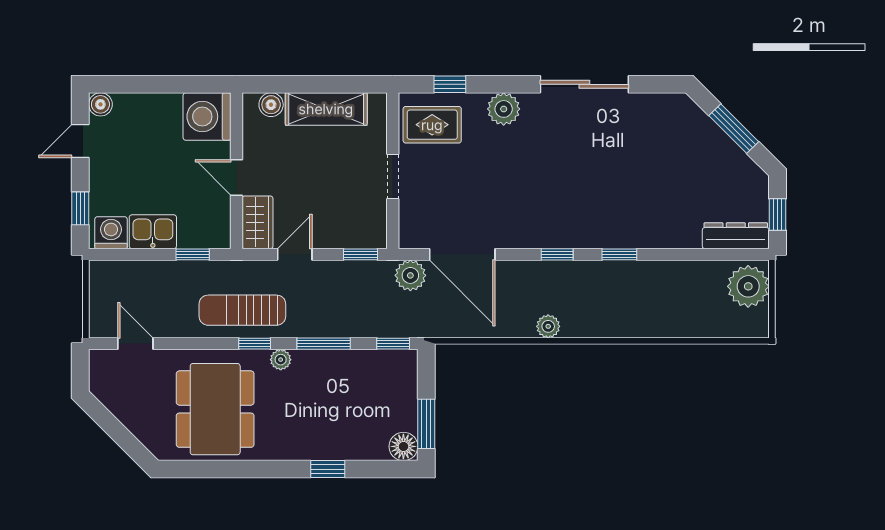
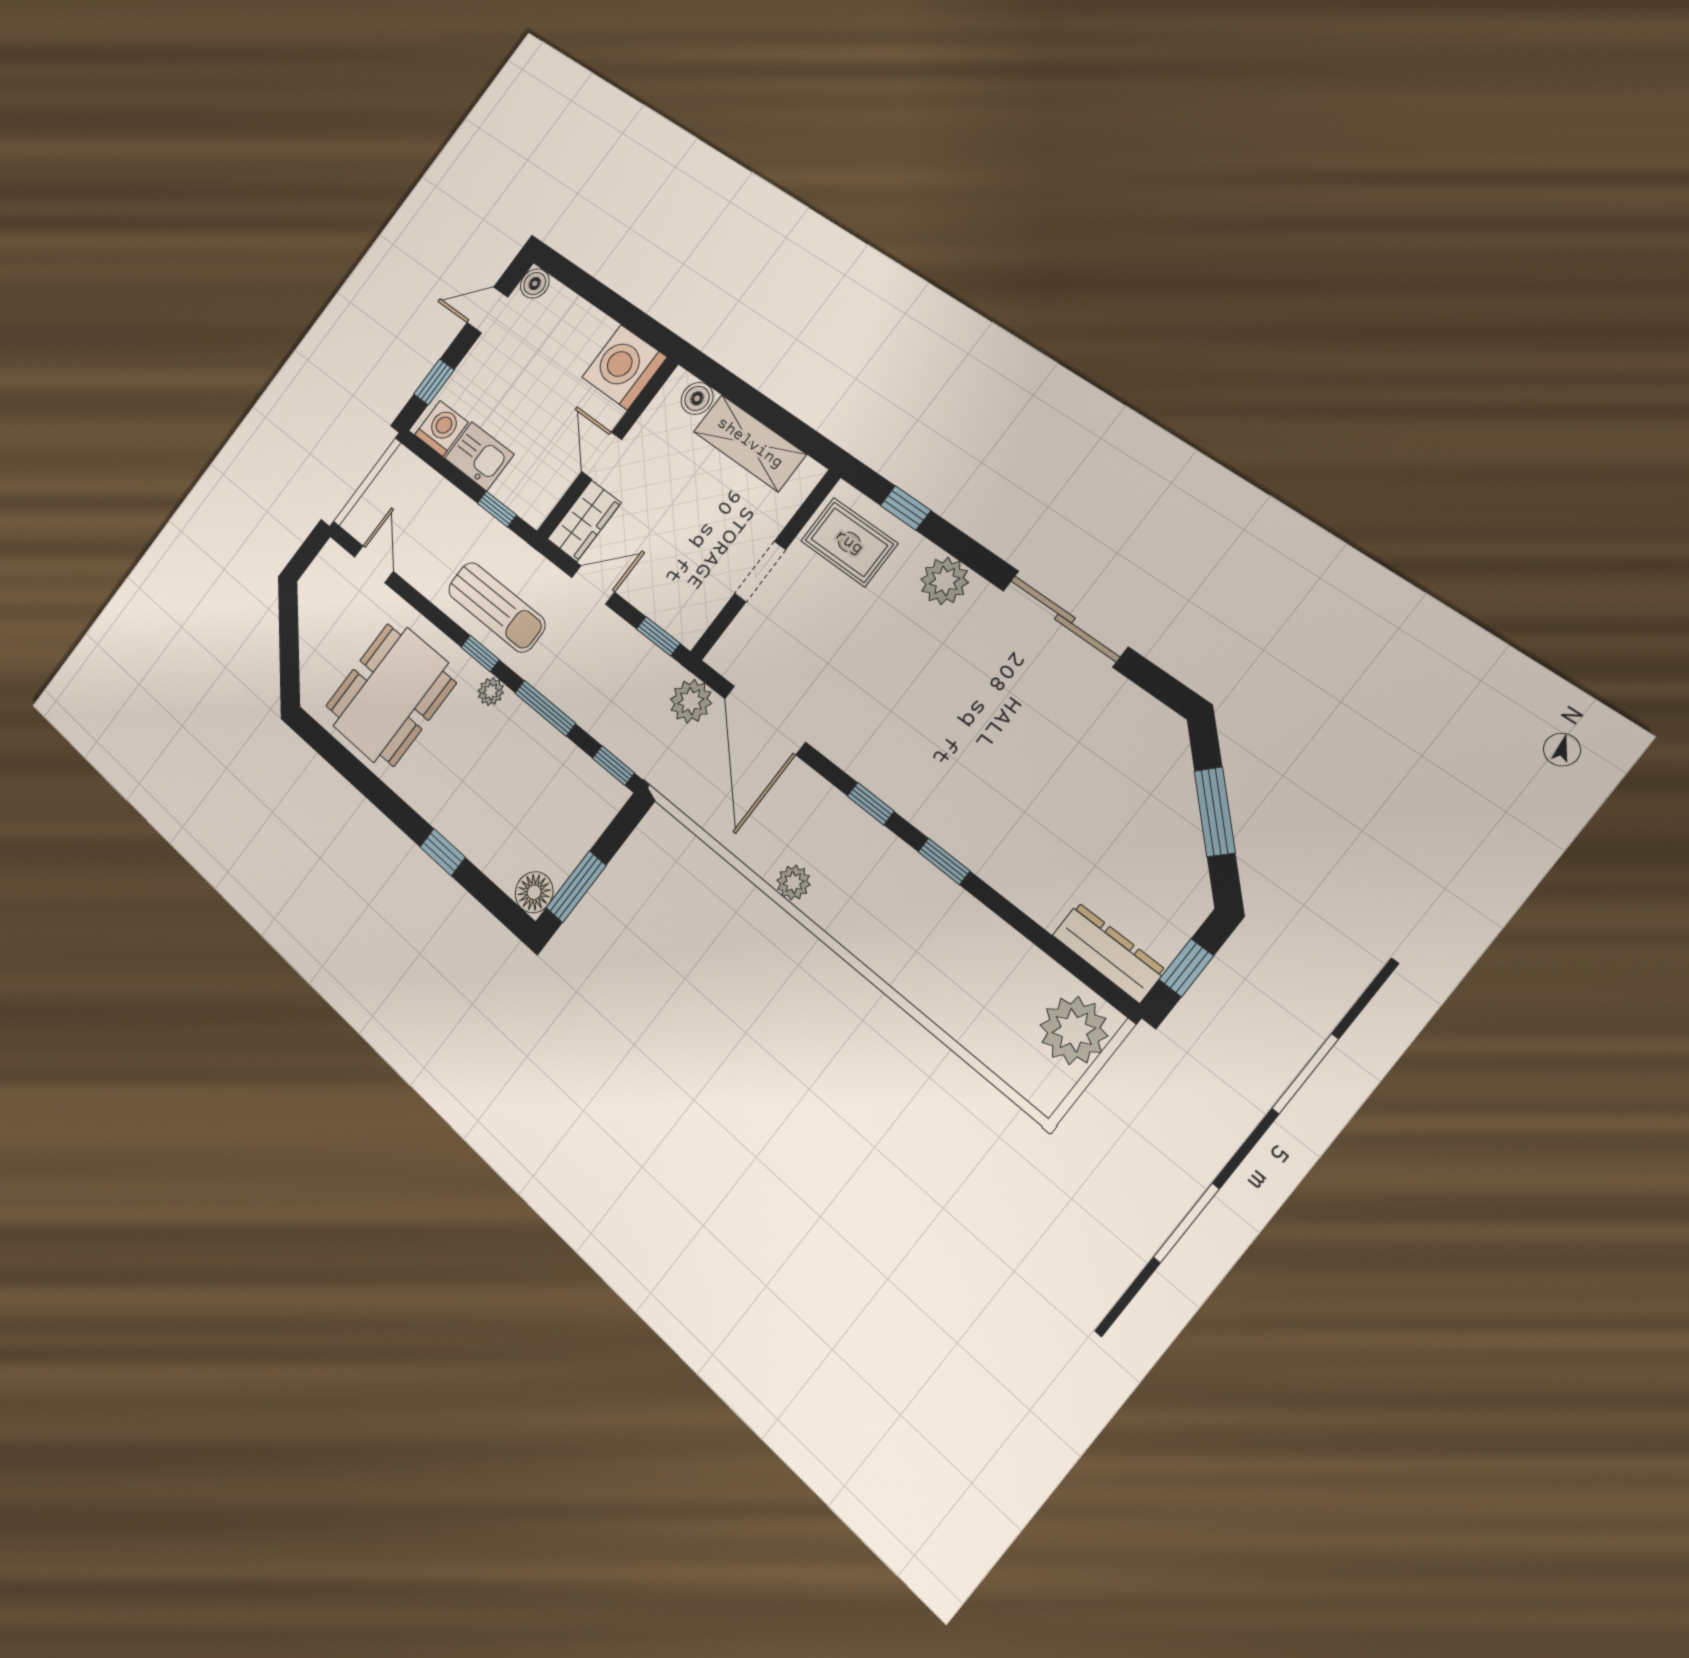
sun lounger: (242, 310) -> (497, 607), turned 180

